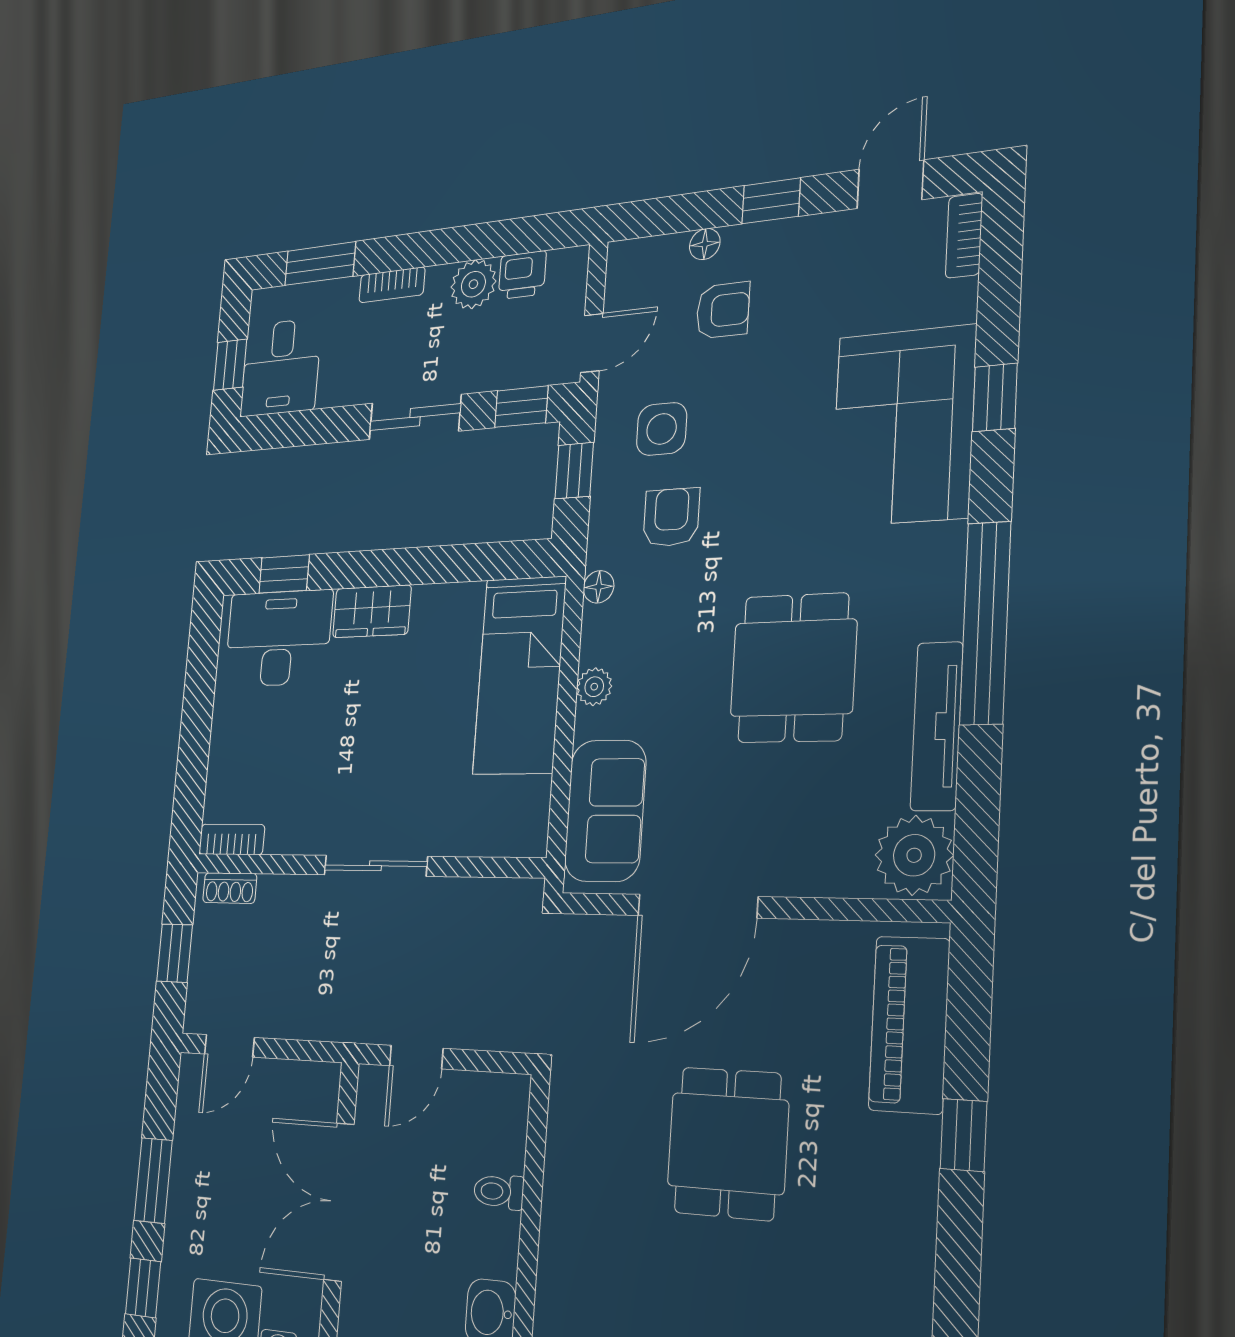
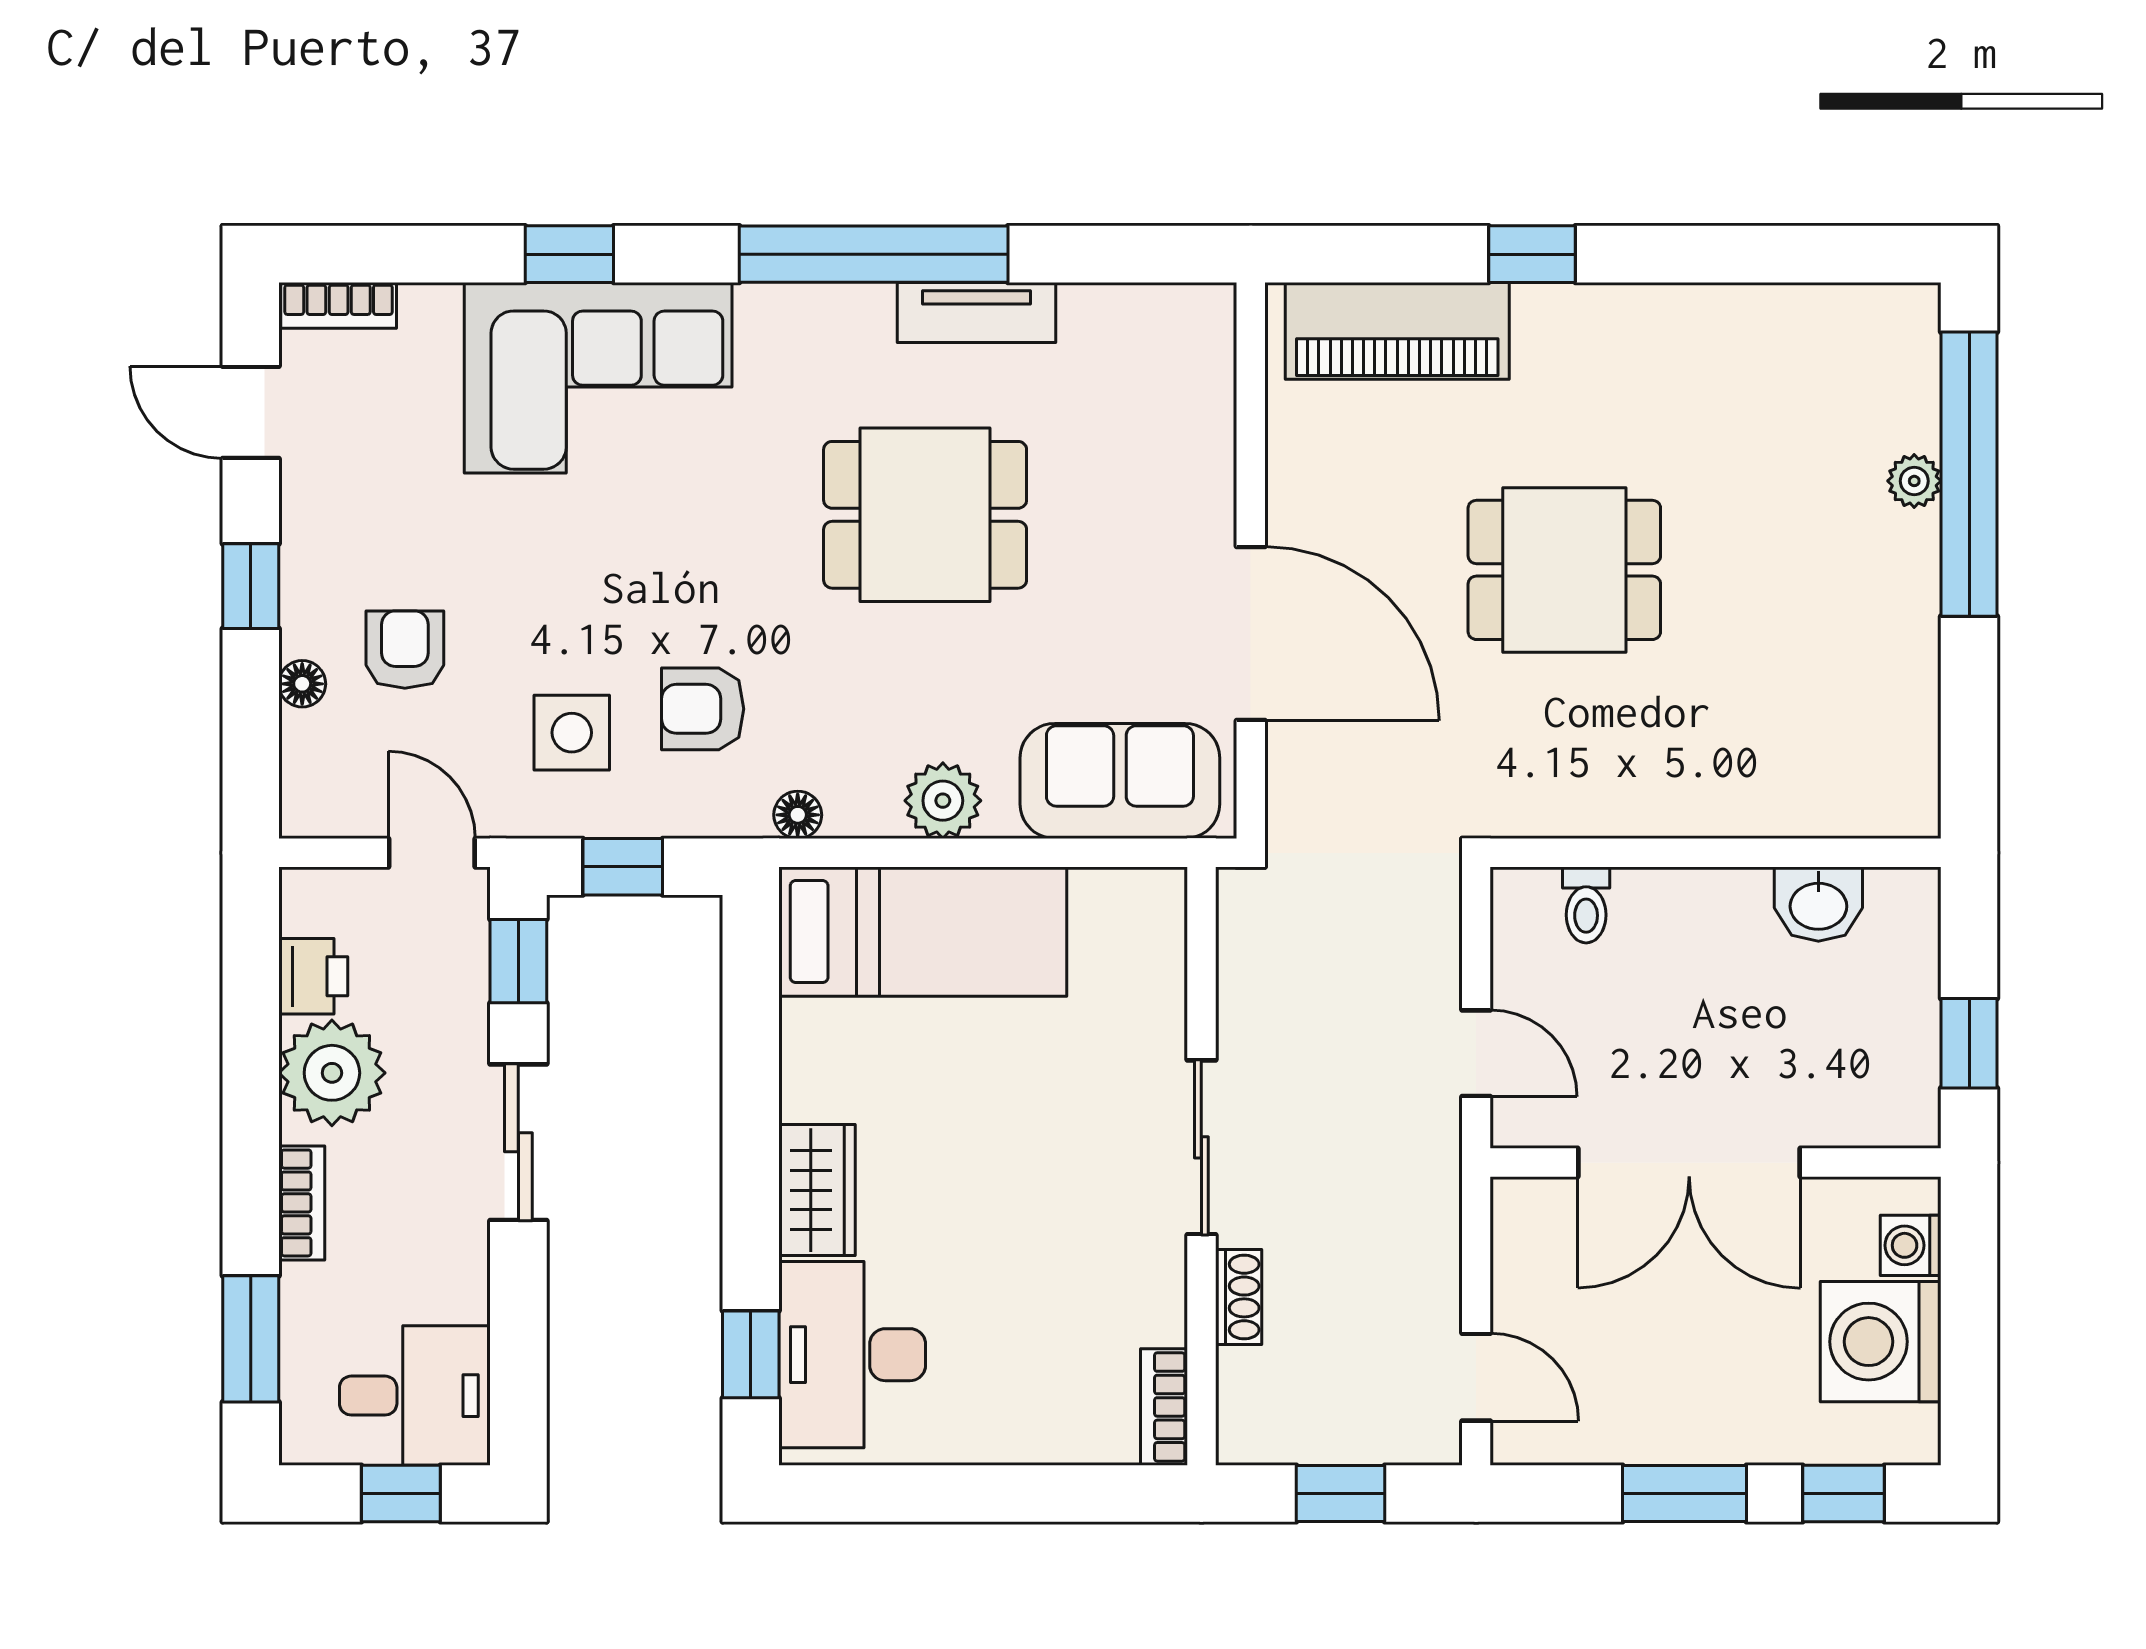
plant: (473, 284) -> (332, 1073), width x1.36, depth x1.36
plant: (594, 687) -> (943, 801), width x1.38, depth x1.38
tv unit: (937, 726) -> (977, 313), width x0.71
plant: (914, 855) -> (1179, 335), removed
shoe rack: (230, 888) -> (1239, 1297), moved
toilet: (499, 1192) -> (1586, 905), moved

